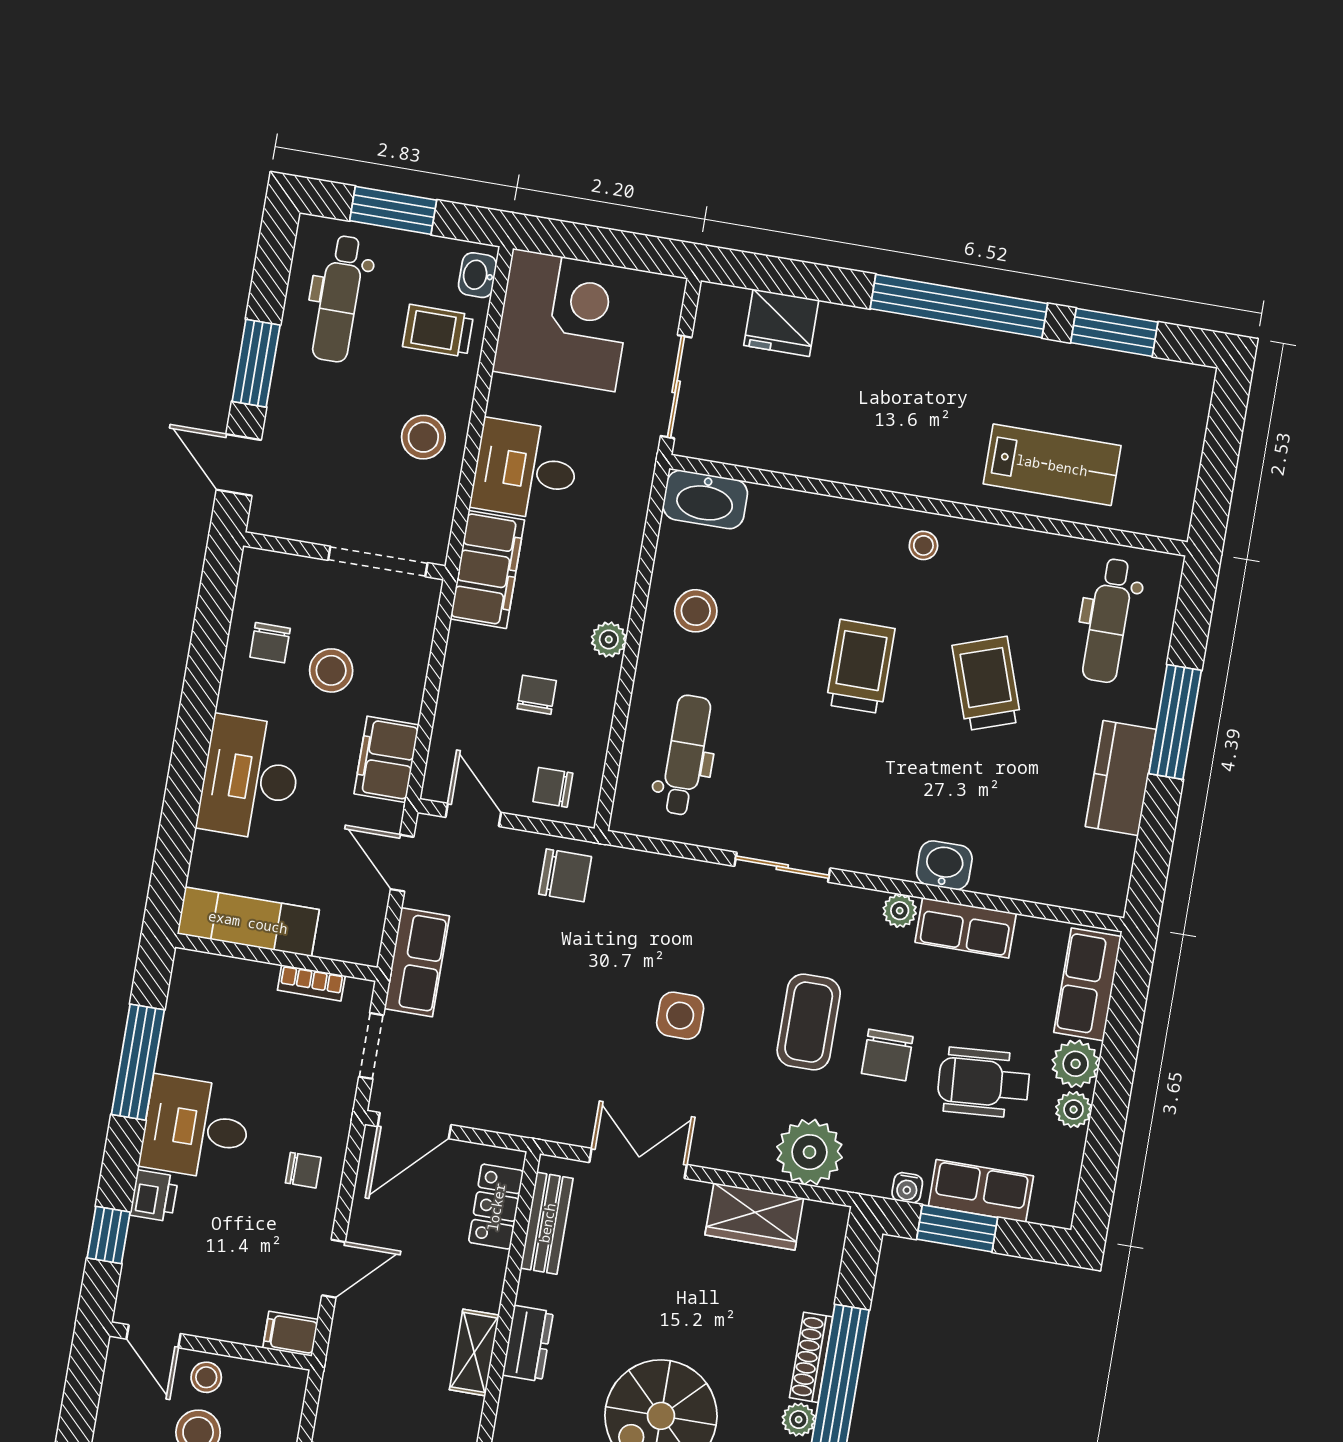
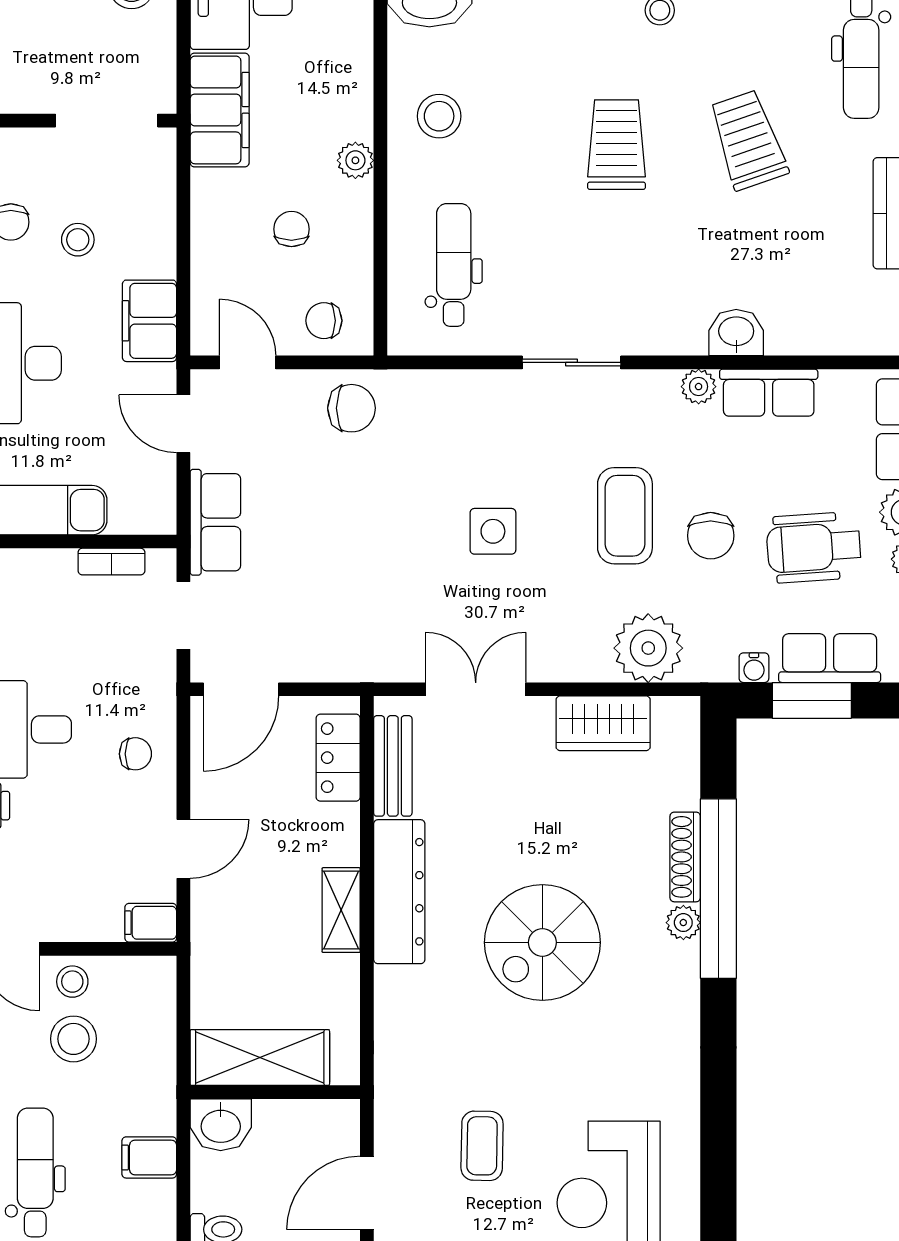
stool: (331, 670) -> (78, 240), width x0.73, depth x0.73
dresser: (528, 1344) -> (399, 892), width x1.96, depth x1.24

